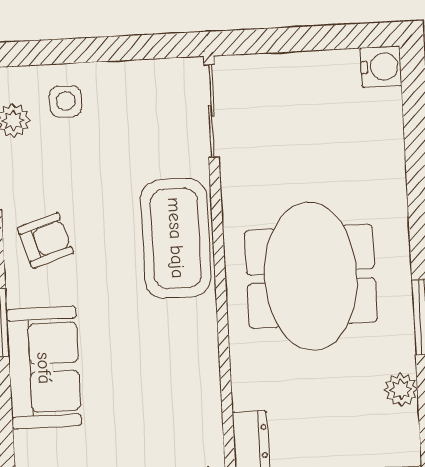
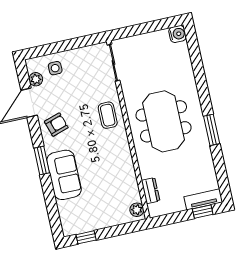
coffee table: (176, 238) -> (108, 115), width x0.54, depth x0.58
plant: (401, 390) -> (207, 160), removed

